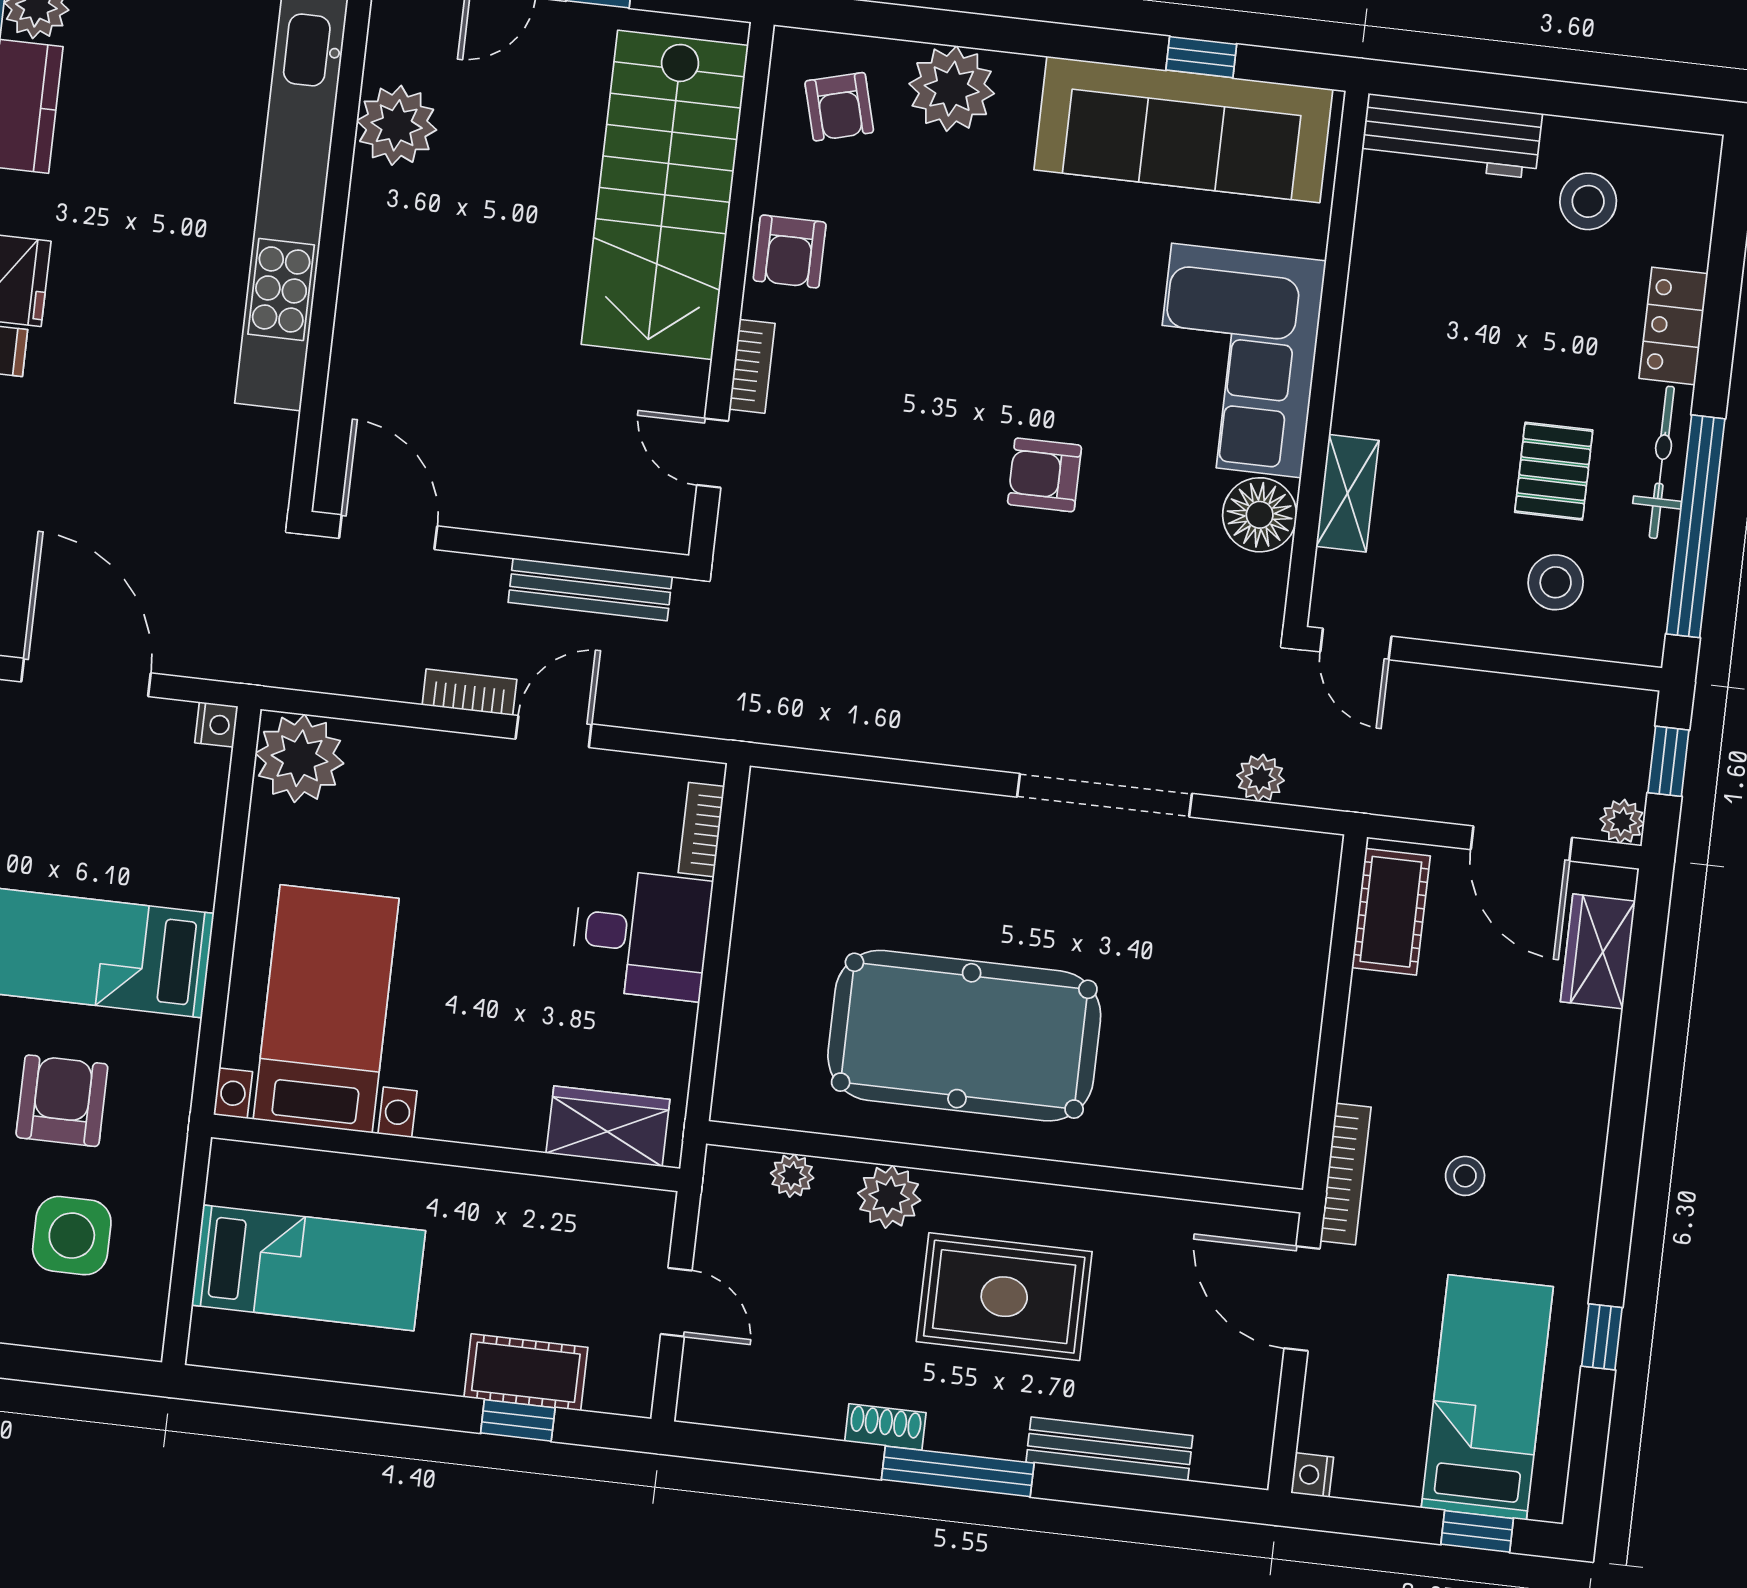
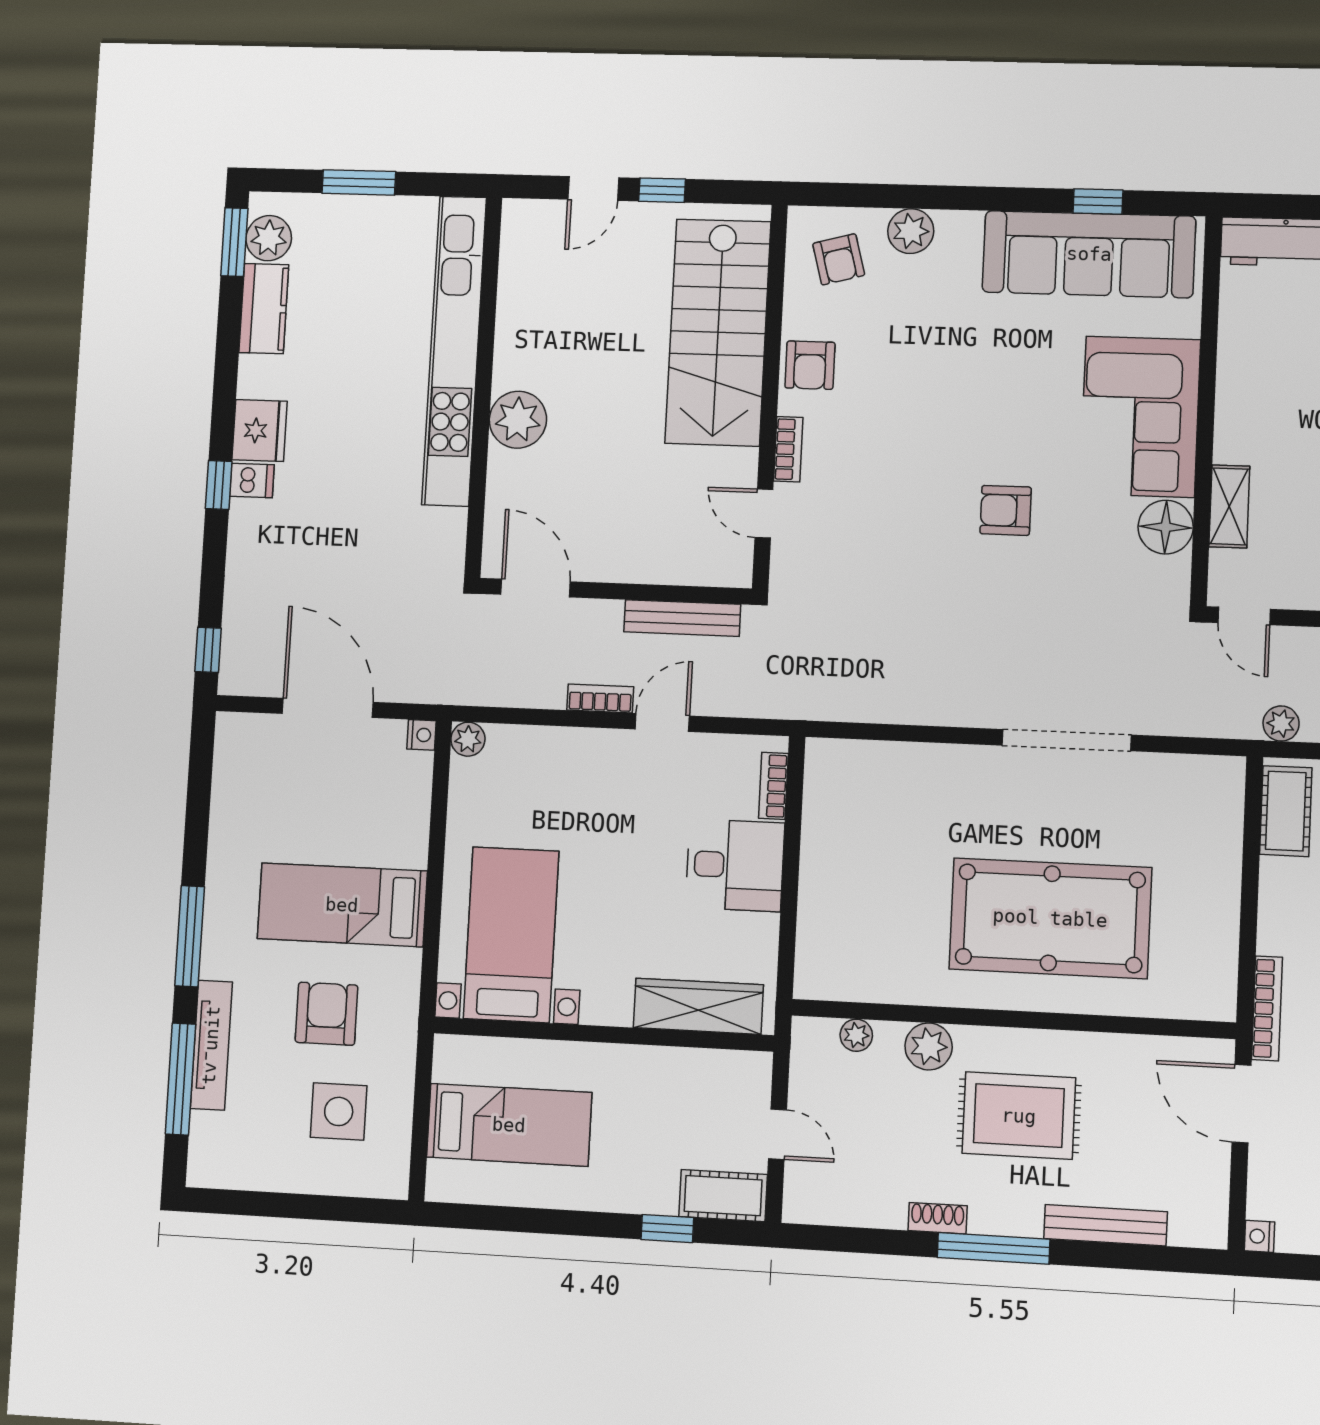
plant: (952, 89) -> (911, 231), width x0.73, depth x0.73
plant: (397, 125) -> (518, 420), moved
plant: (300, 758) -> (468, 739), width x0.53, depth x0.53
plant: (1261, 778) -> (1281, 724), moved
pool table: (964, 1036) -> (1050, 918), moved
wardrobe: (608, 1126) -> (698, 1006), width x1.50
cot: (526, 1372) -> (723, 1196), moved

